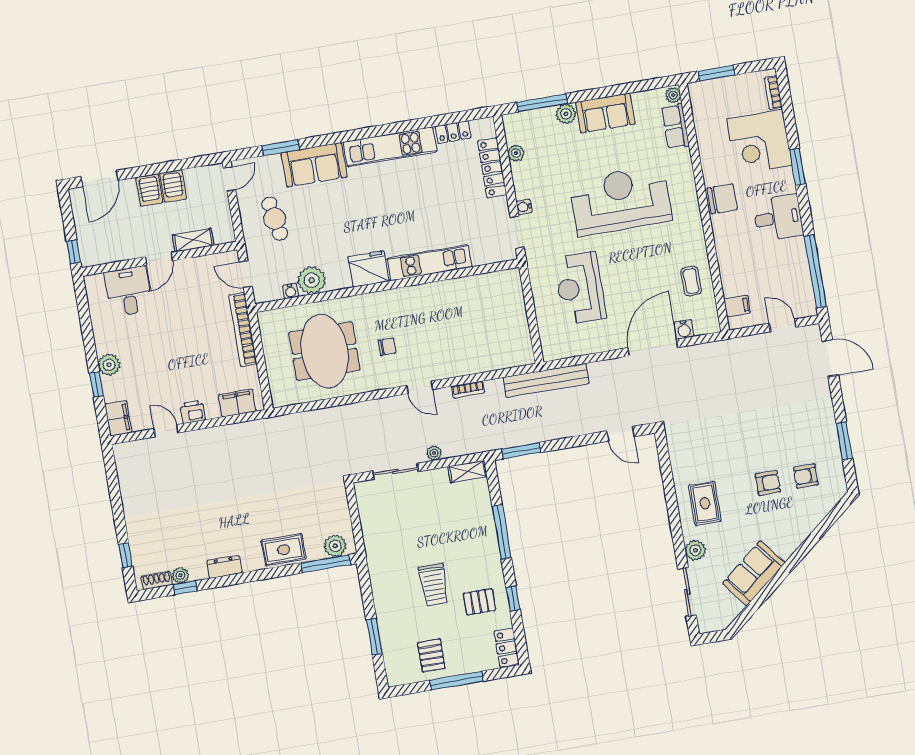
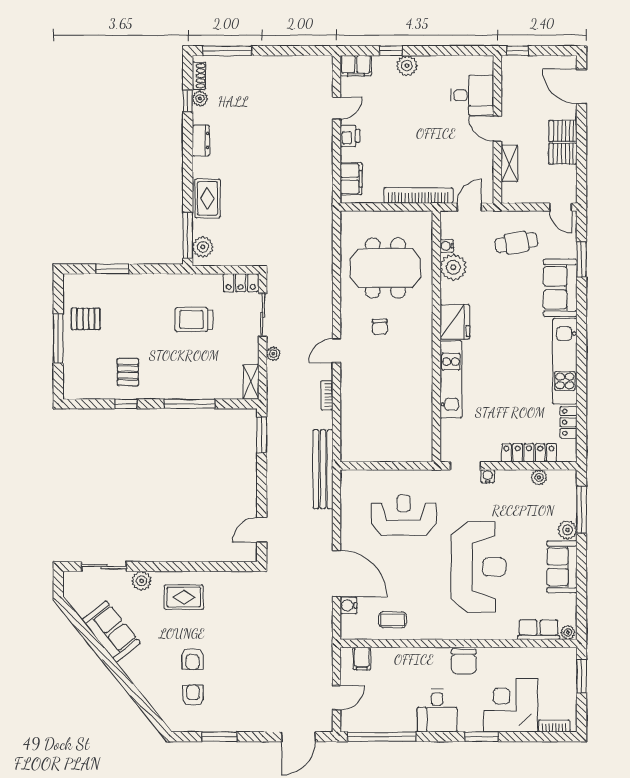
window: (126, 555) -> (227, 51), width x2.17
trolley: (434, 585) -> (194, 320), moved
locker: (507, 648) -> (241, 283), moved, turned 180

